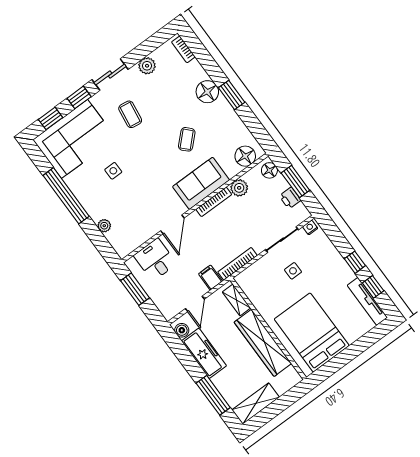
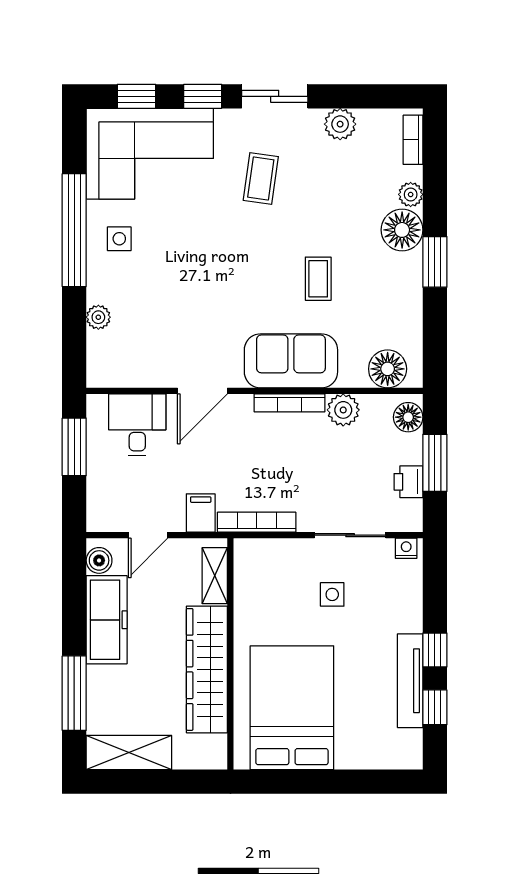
plant: (200, 74) -> (411, 194), added
coffee table: (187, 139) -> (318, 279), turned -46
side table: (113, 171) -> (119, 239), moved
tv unit: (367, 301) -> (410, 681), moved

